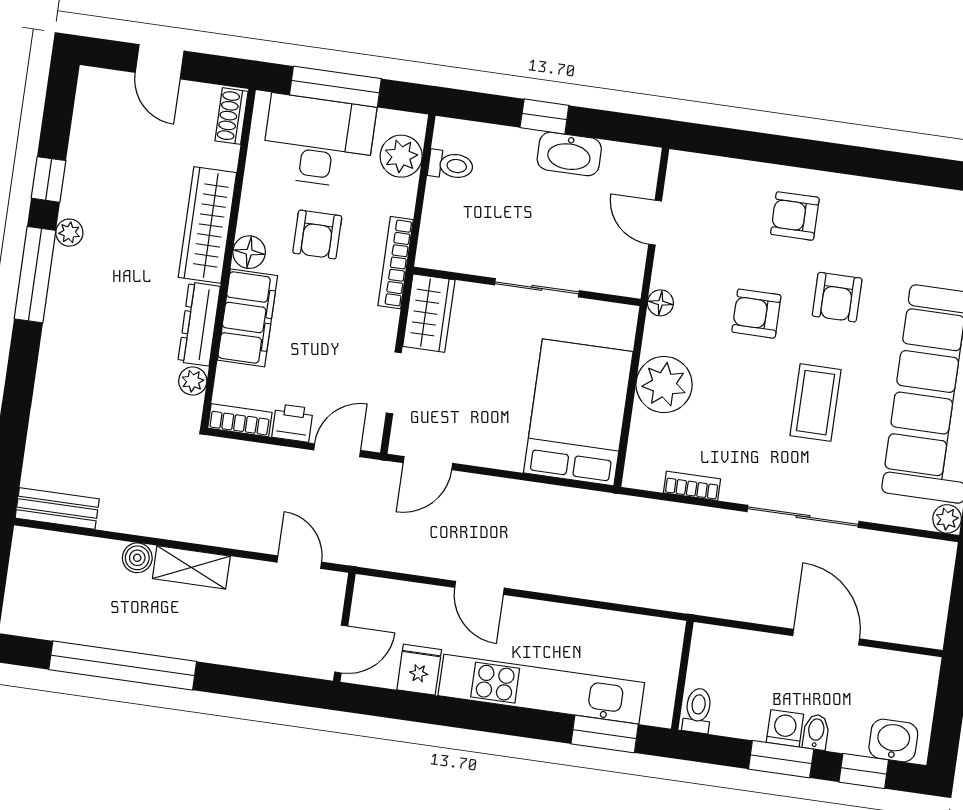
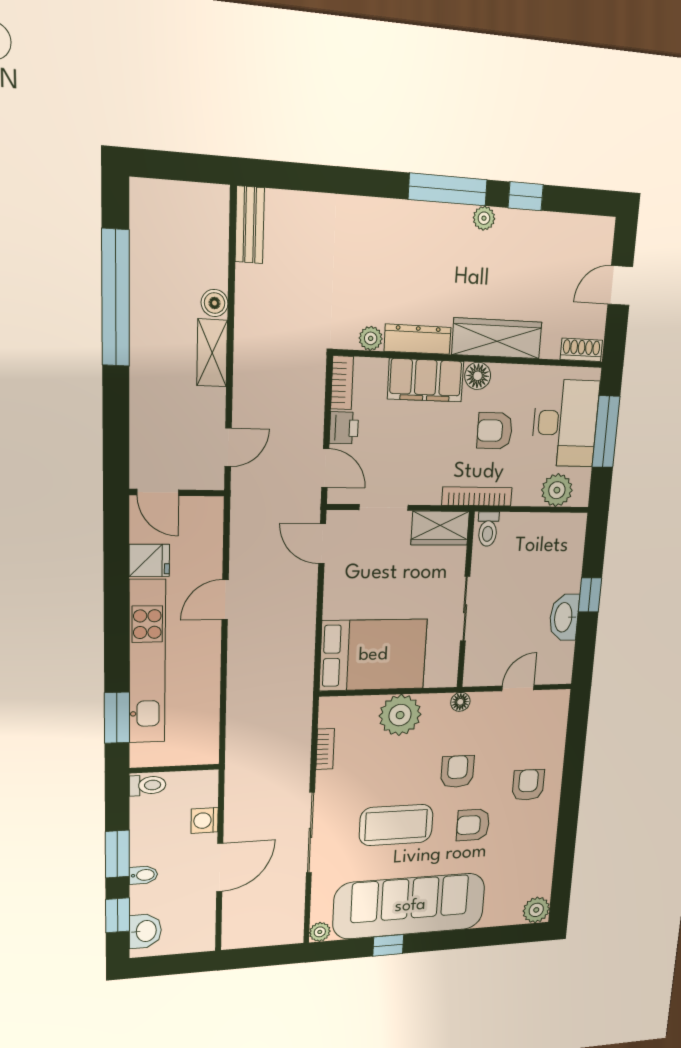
toilet: (451, 165) -> (488, 529), moved
coffee table: (815, 403) -> (396, 825), width x1.36, depth x1.32
washing machine: (785, 728) -> (205, 820), moved, turned 180

